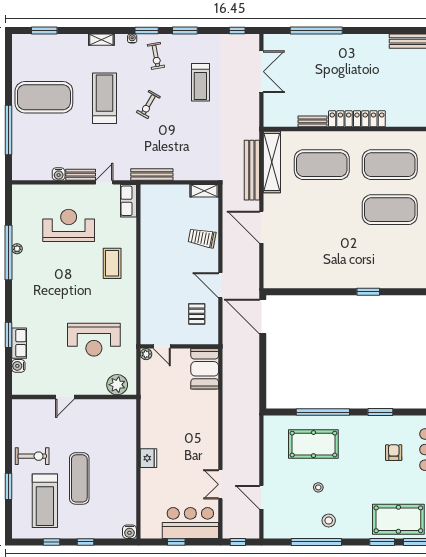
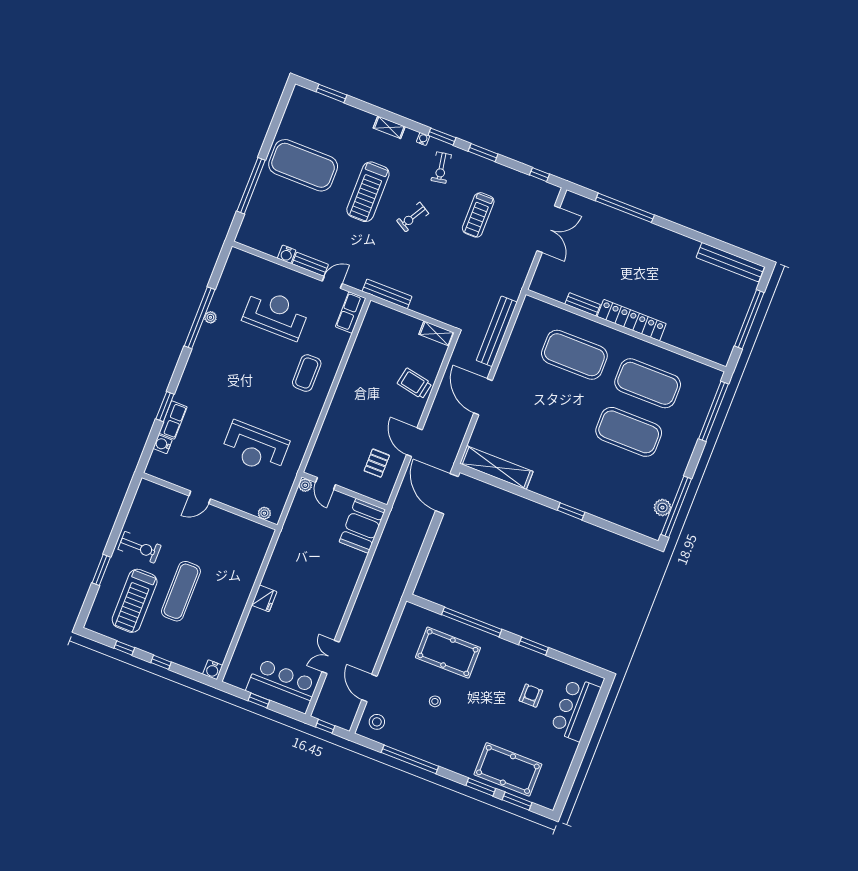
treadmill: (104, 98) -> (368, 192), turned 180
shelving: (272, 162) -> (496, 467), moved, turned 90
plant: (117, 385) -> (264, 513), width x0.53, depth x0.53
stool: (329, 521) -> (377, 722), moved

